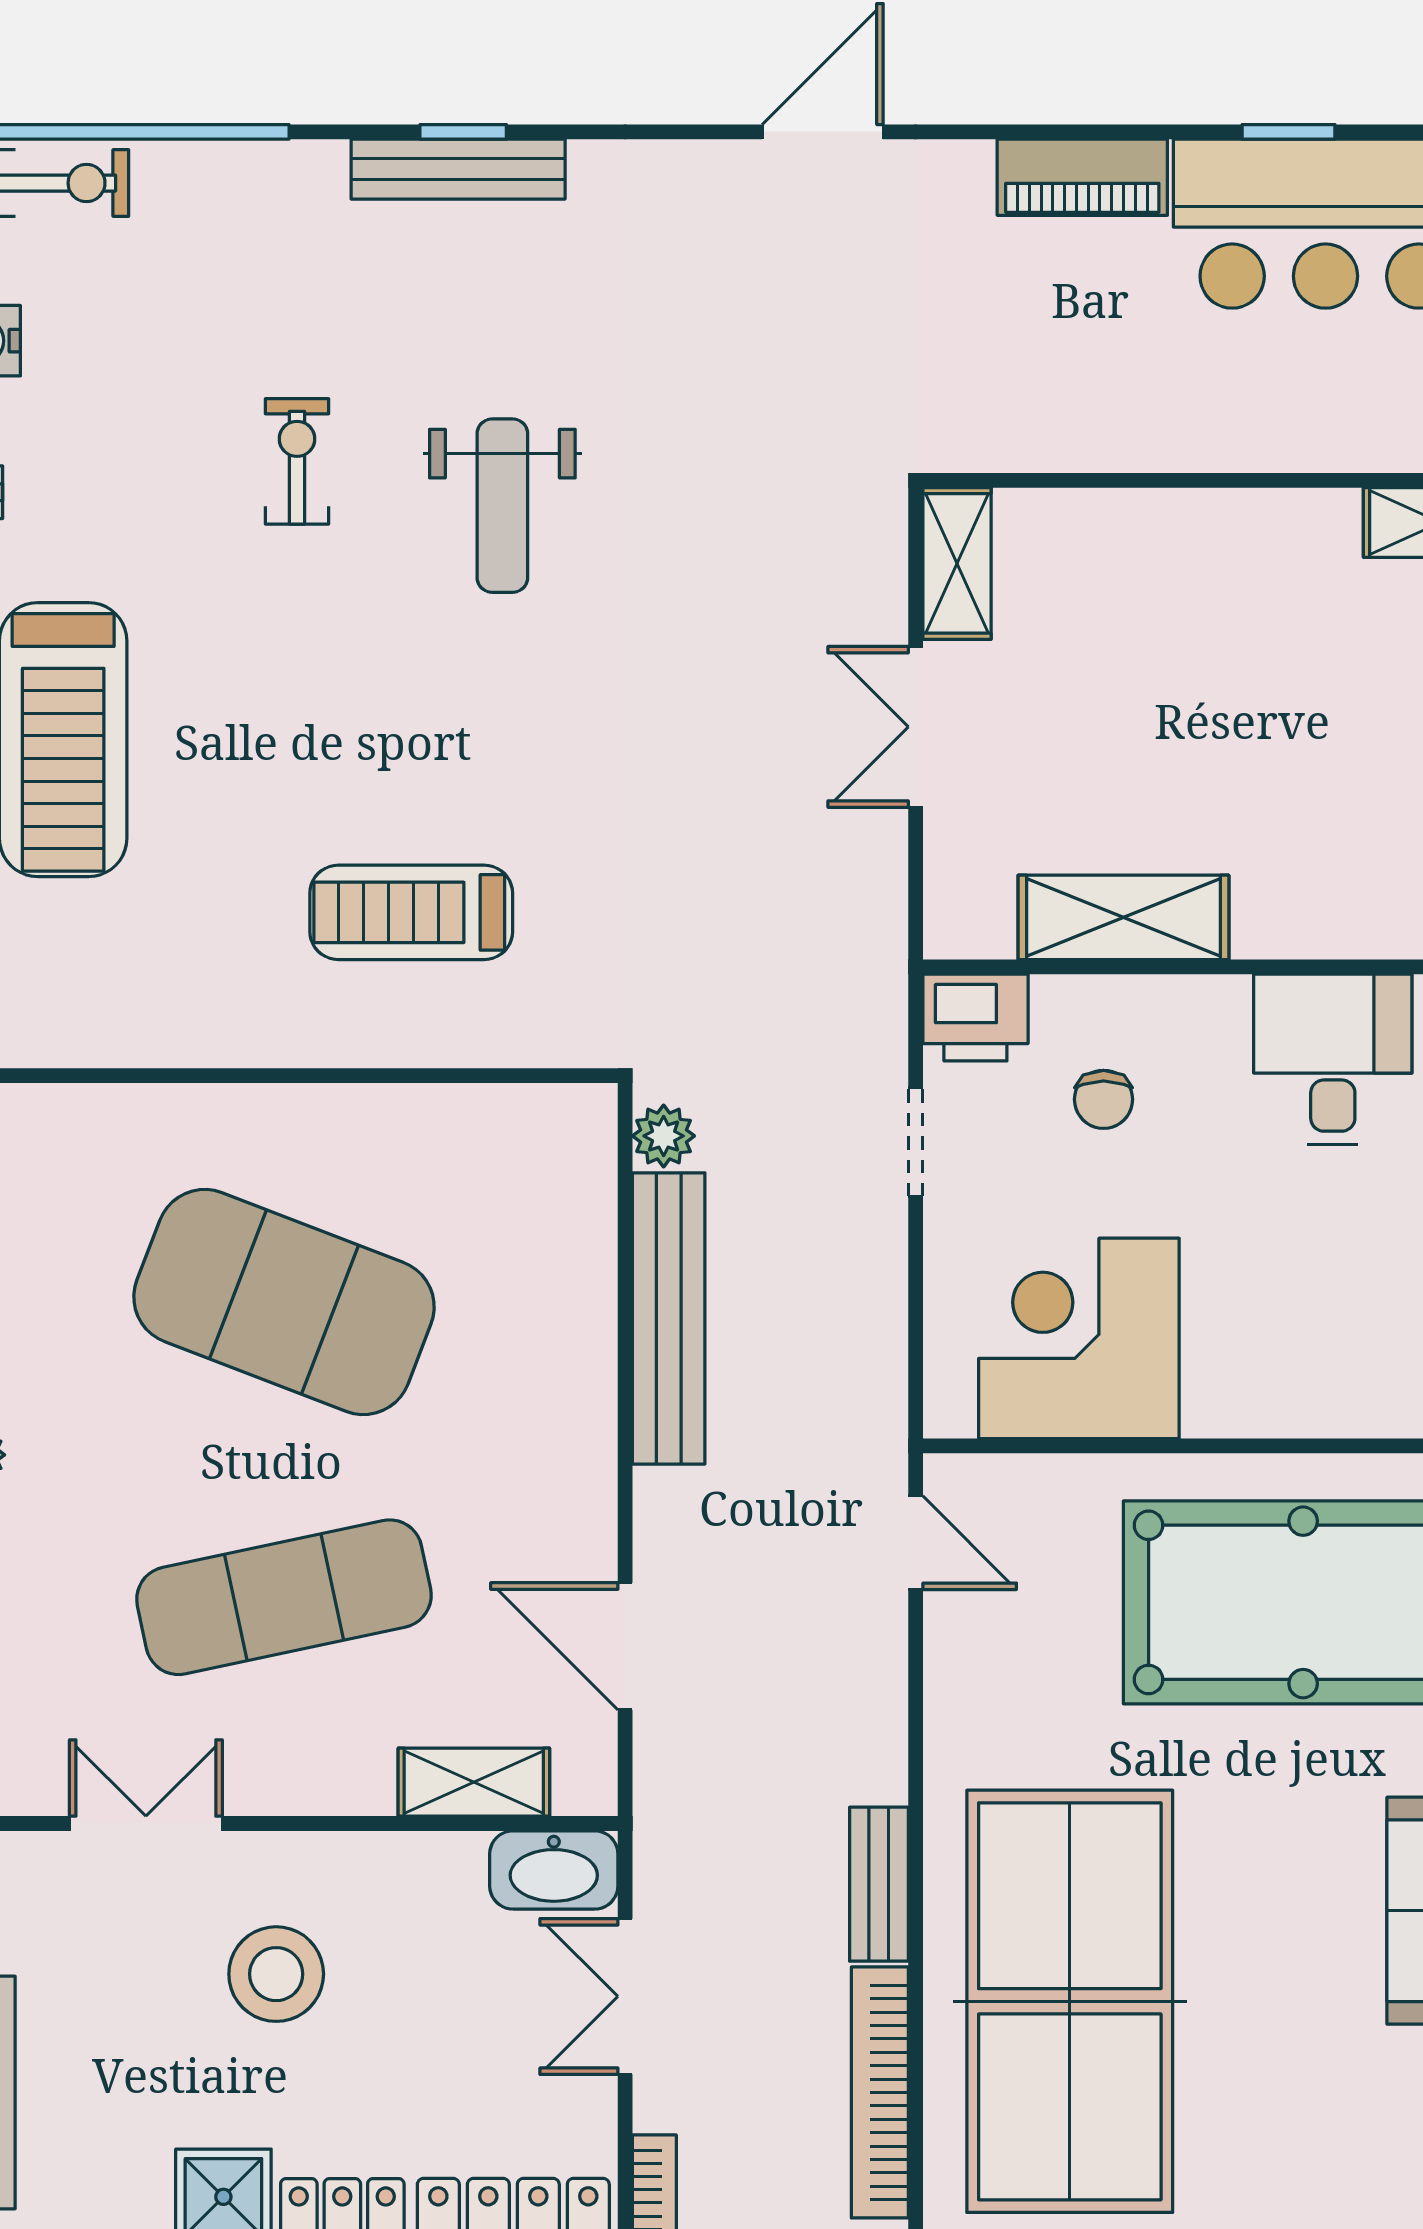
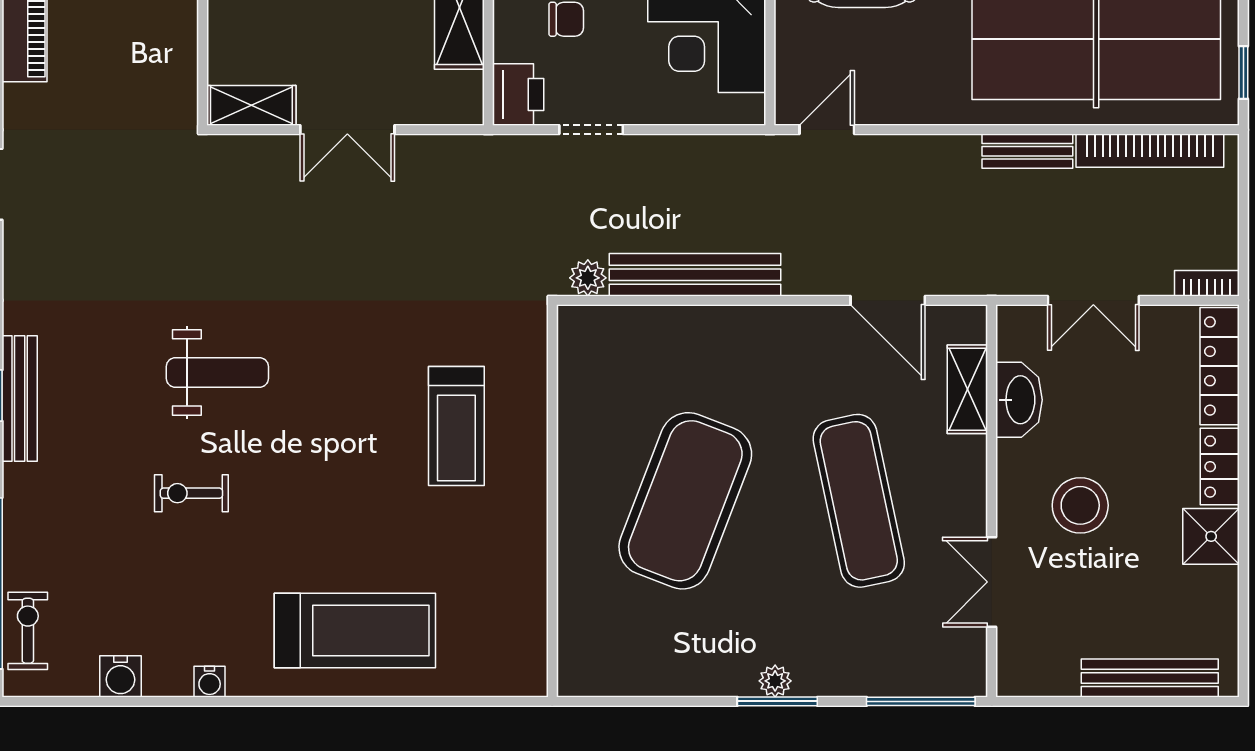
door: (625, 1646) -> (888, 300), hinge flipped
washbasin: (554, 1870) -> (1019, 400), moved

